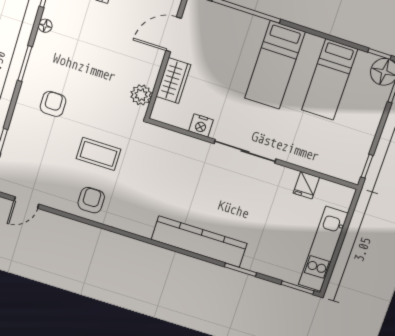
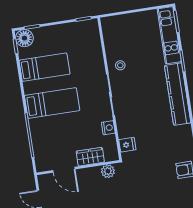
coffee table: (99, 154) -> (155, 179), removed
stool: (278, 184) -> (120, 65), added
fridge: (306, 185) -> (127, 145), moved
kitchen unit: (323, 249) -> (169, 35), moved, turned 90

